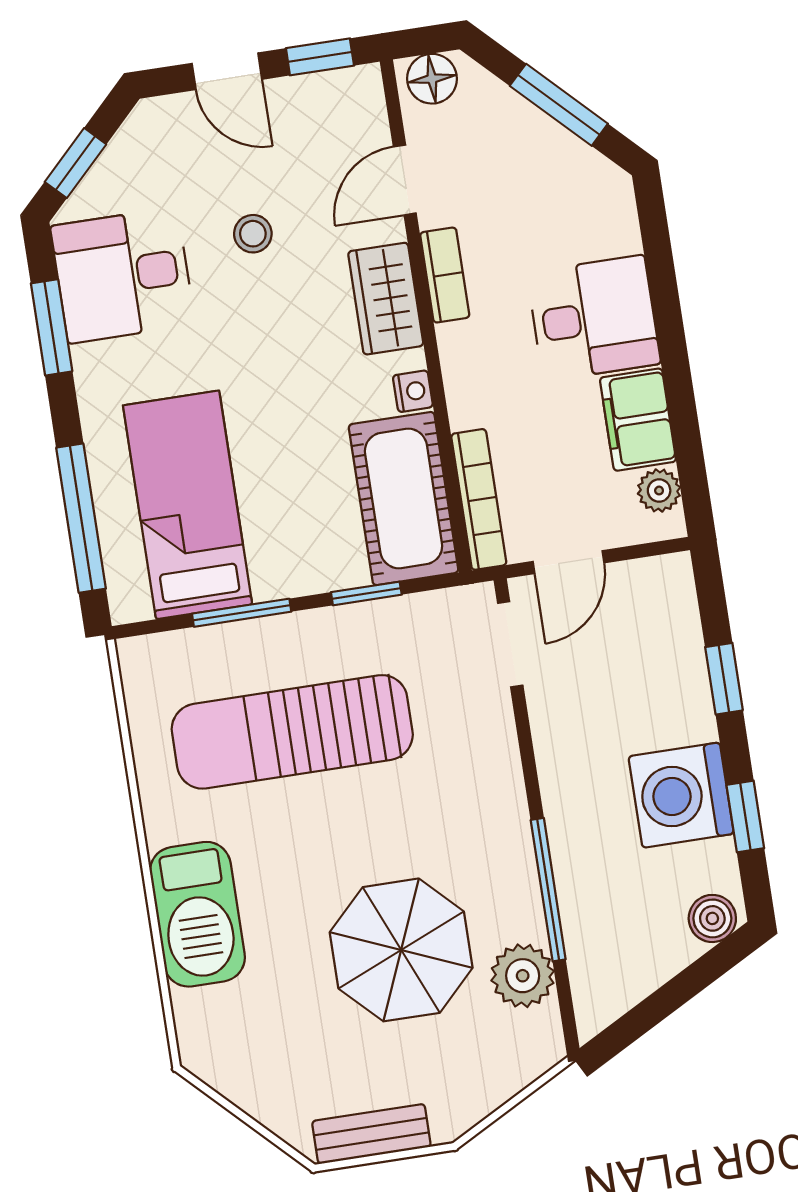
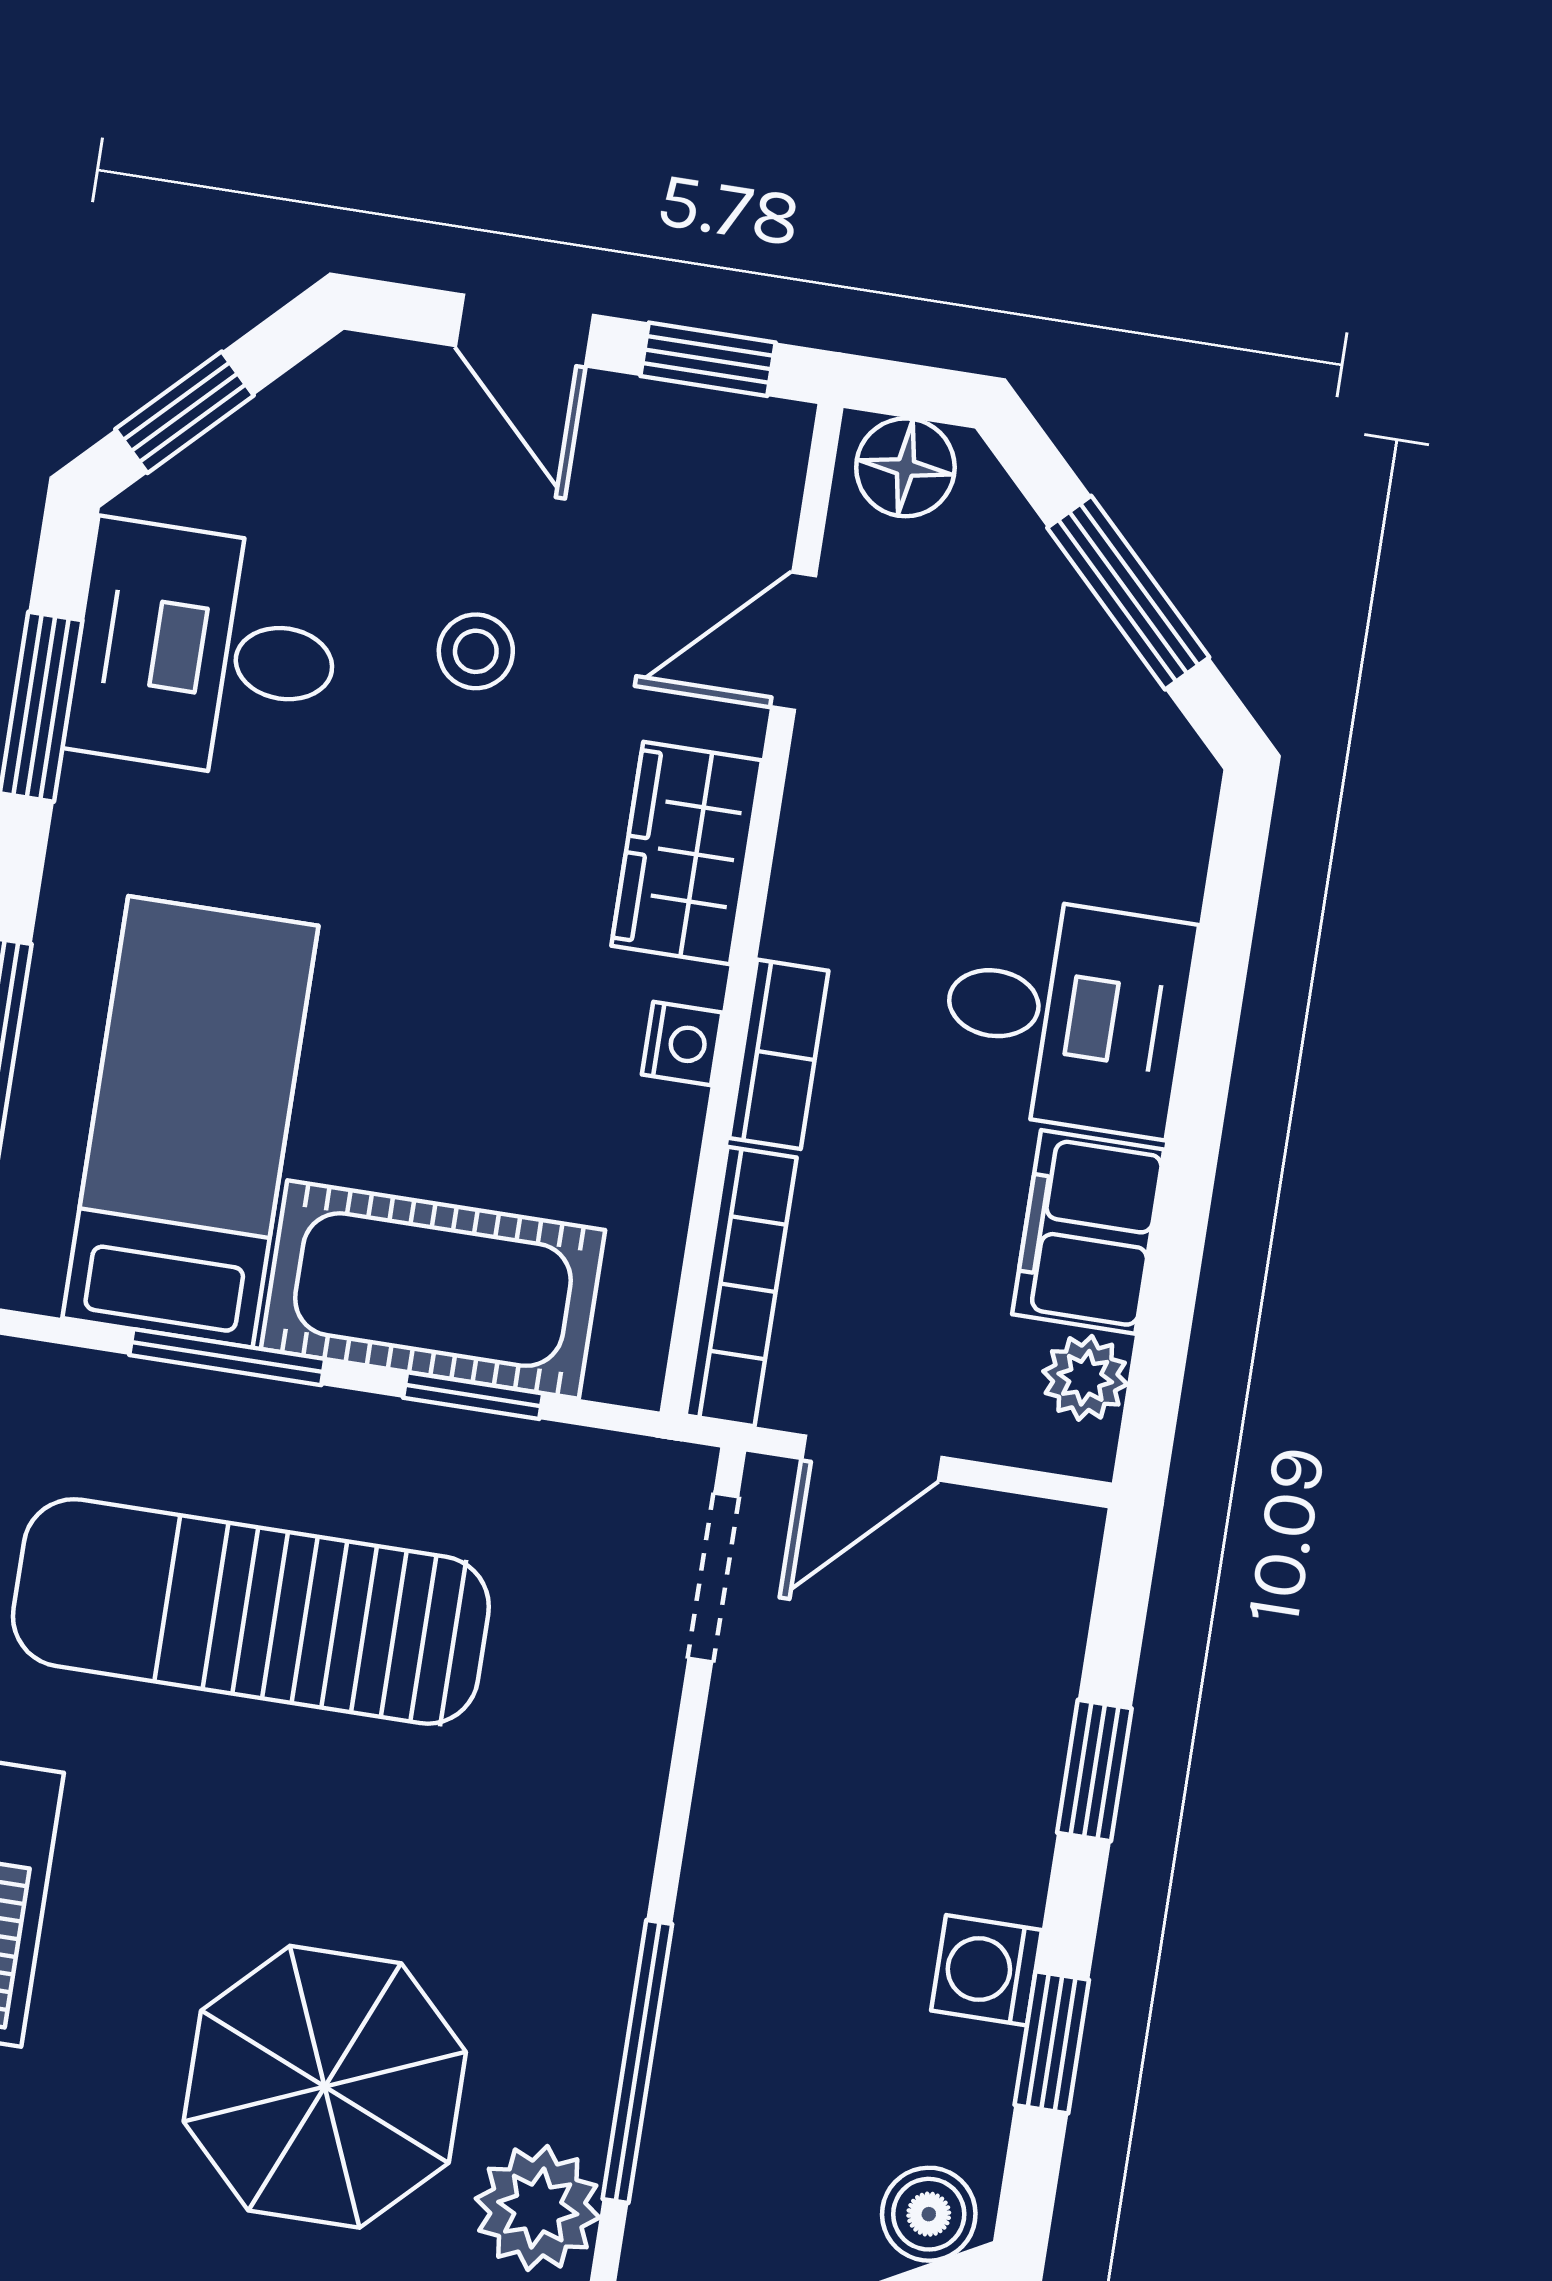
bookcase: (445, 275) -> (779, 1054), moved
cot: (404, 499) -> (433, 1290), moved, turned 90
washing machine: (681, 795) -> (987, 1970), width x0.53, depth x0.53

